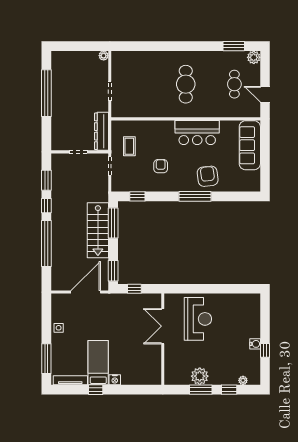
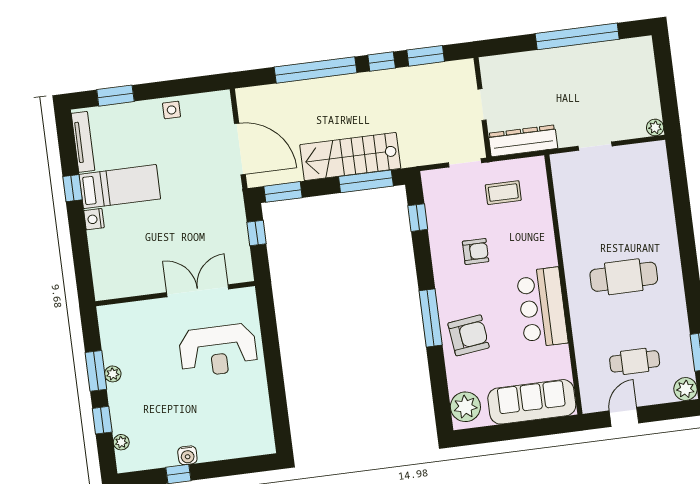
plant: (248, 183) -> (465, 407), added
window: (46, 359) -> (115, 96), width x0.69
plant: (200, 376) -> (113, 374), width x0.53, depth x0.53

